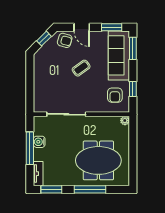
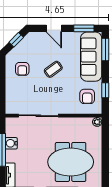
armchair: (65, 40) -> (22, 69), moved, turned 74

